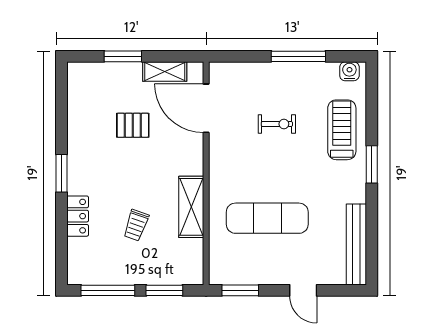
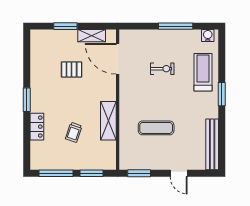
exercise mat: (267, 218) -> (156, 128), width x0.73, depth x0.69

